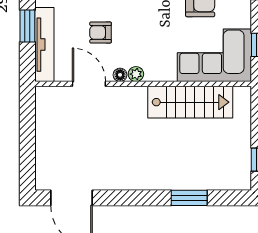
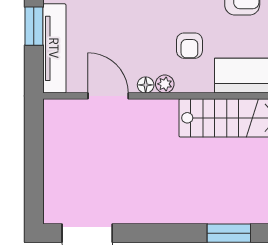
armchair: (101, 32) -> (189, 46), moved, turned -90

